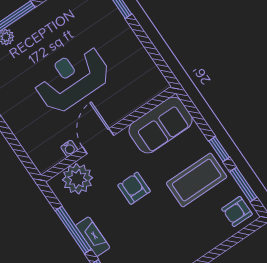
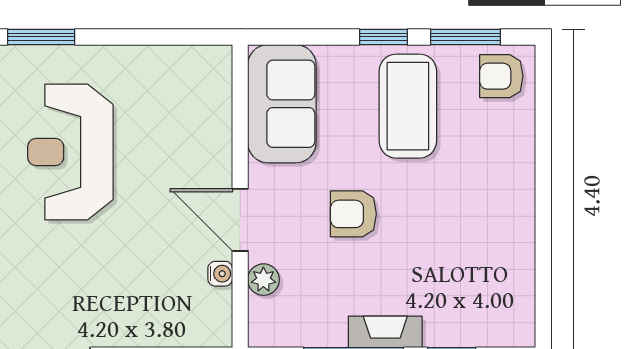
reception desk: (72, 79) -> (70, 152), moved
plant: (77, 179) -> (263, 280), width x0.53, depth x0.53
armchair: (237, 211) -> (501, 76), turned 90

